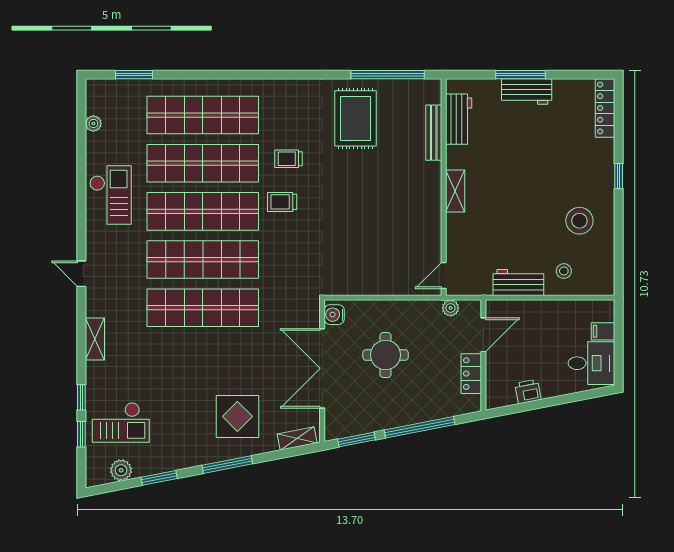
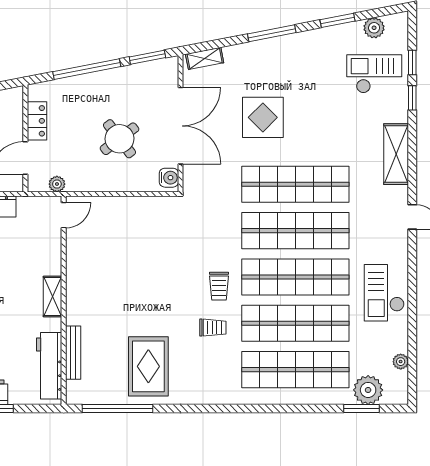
plant: (127, 94) -> (368, 390), added
workbench: (459, 119) -> (49, 366), width x1.38
trolley: (282, 202) -> (219, 286), turned 90
shelving: (95, 339) -> (396, 154), width x1.50, depth x1.33
round table: (386, 355) -> (120, 139), turned -37
display table: (237, 416) -> (263, 117), moved

